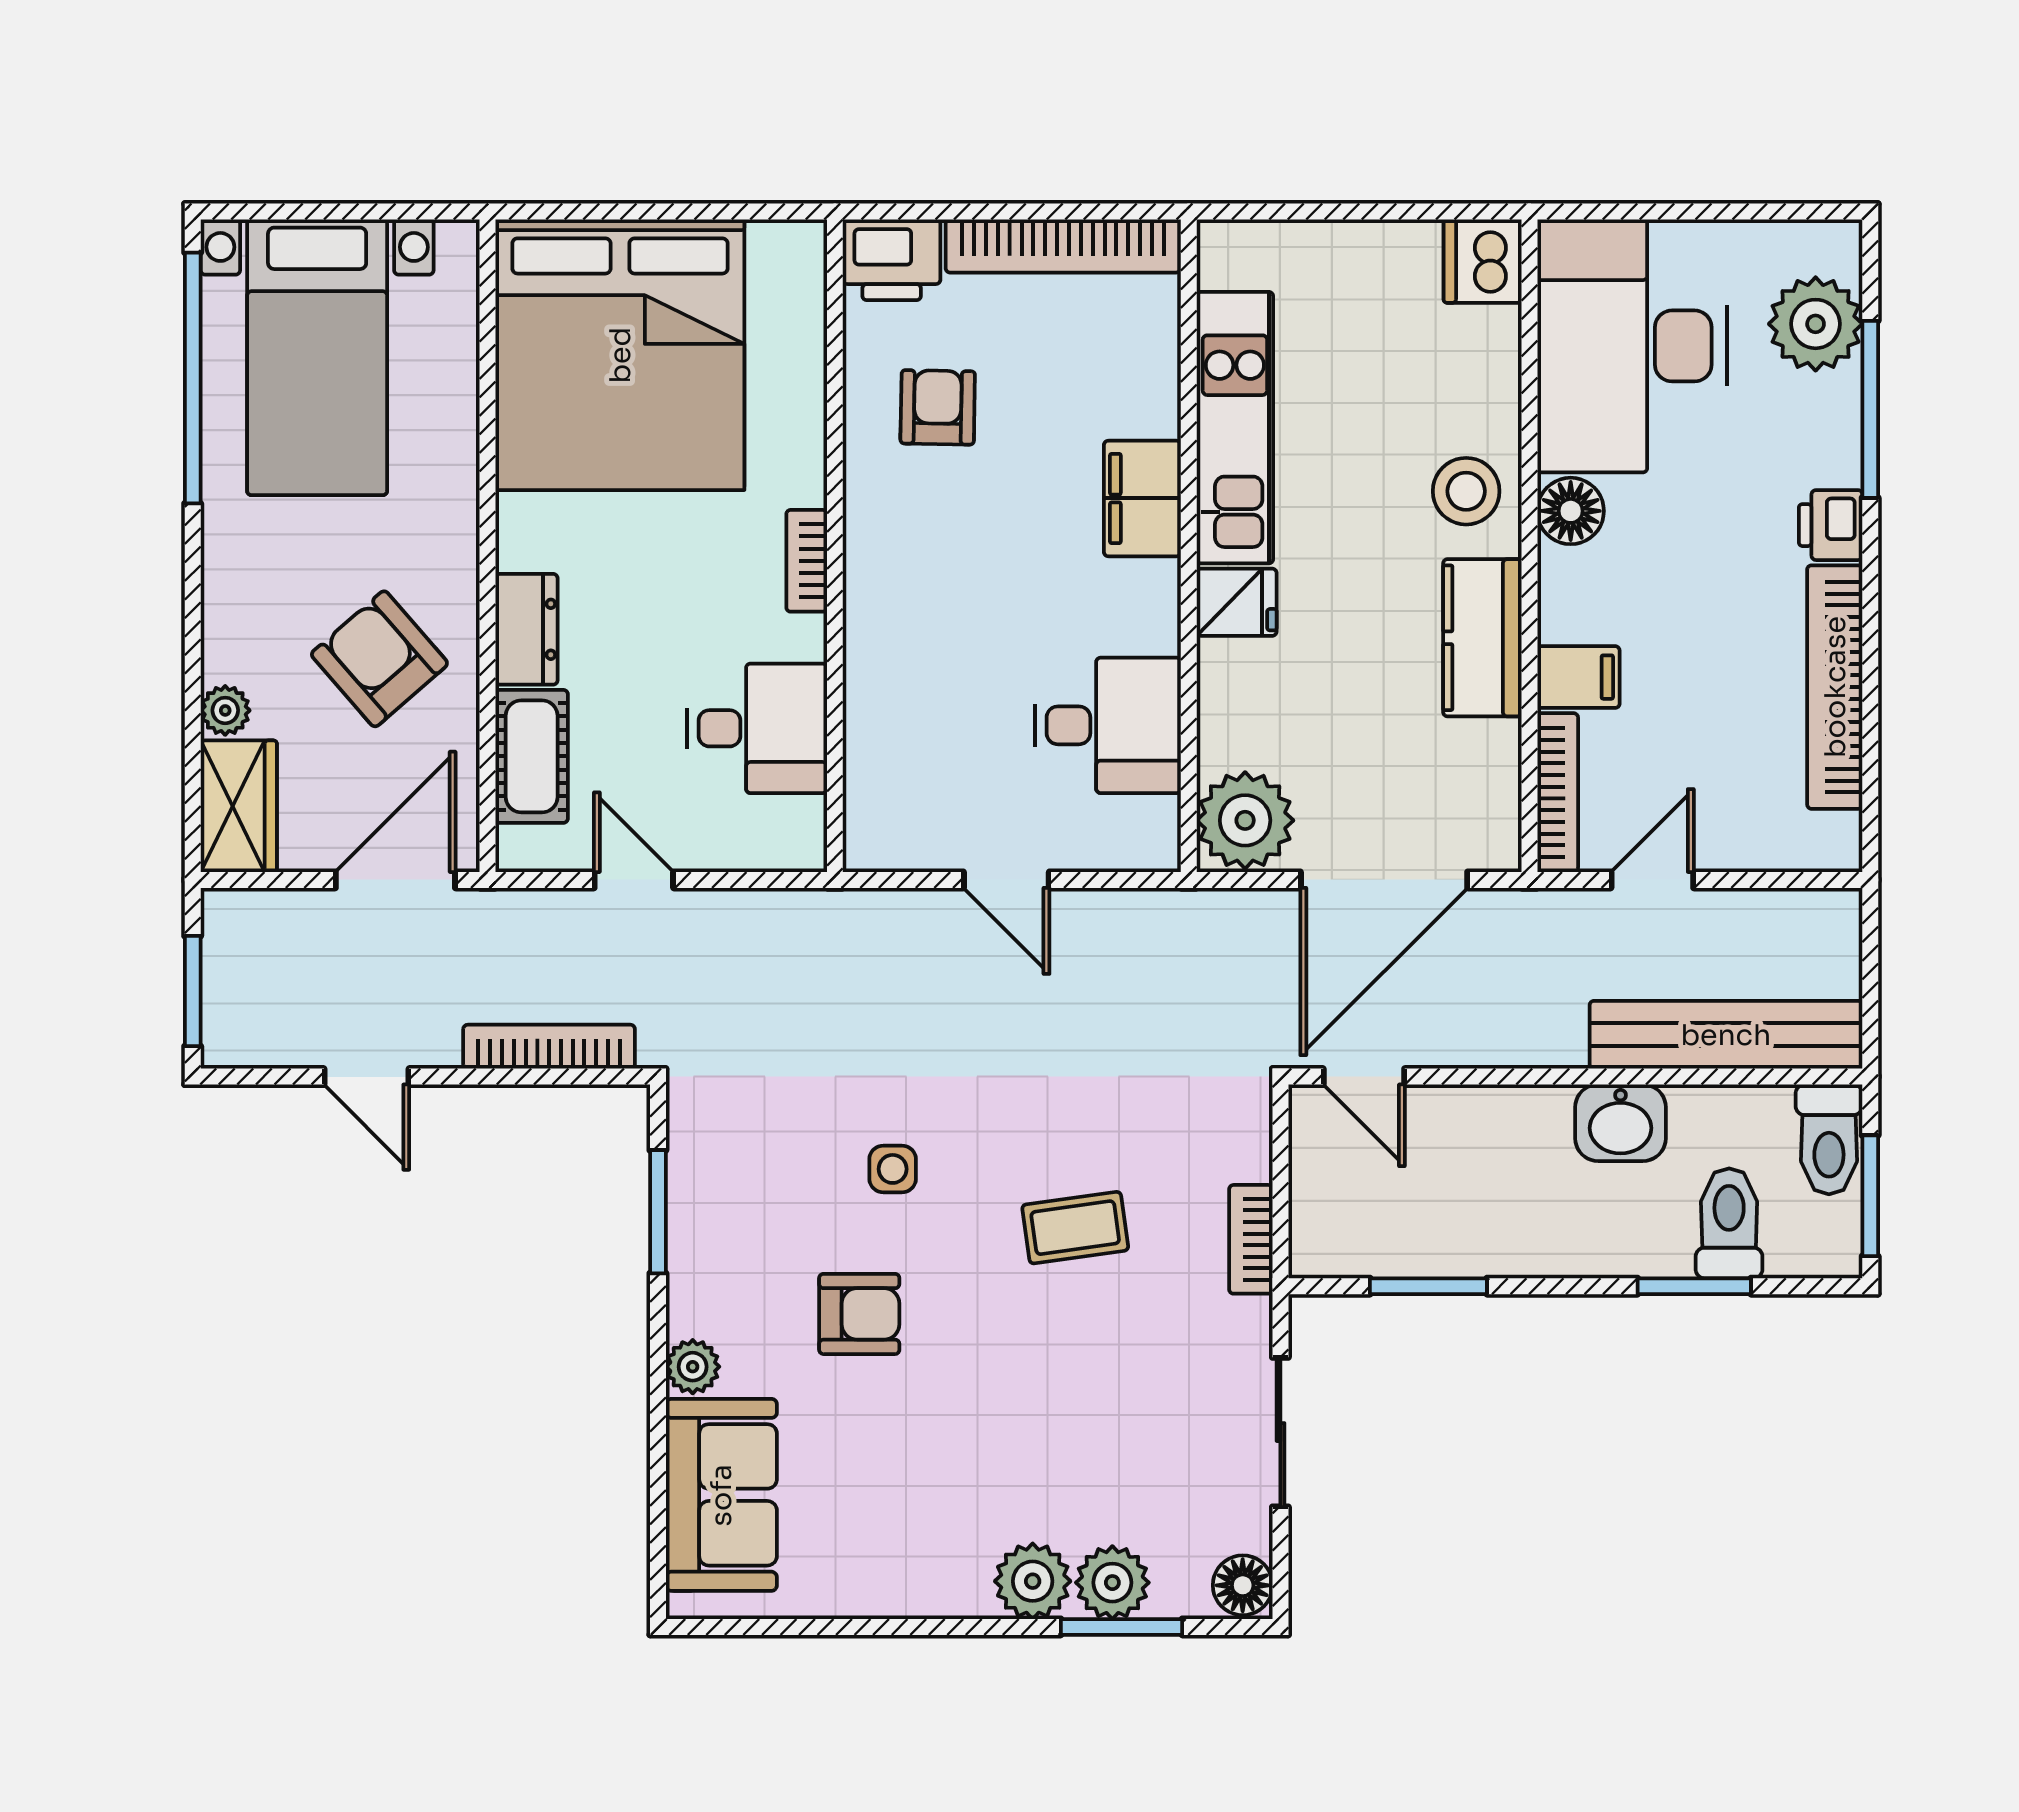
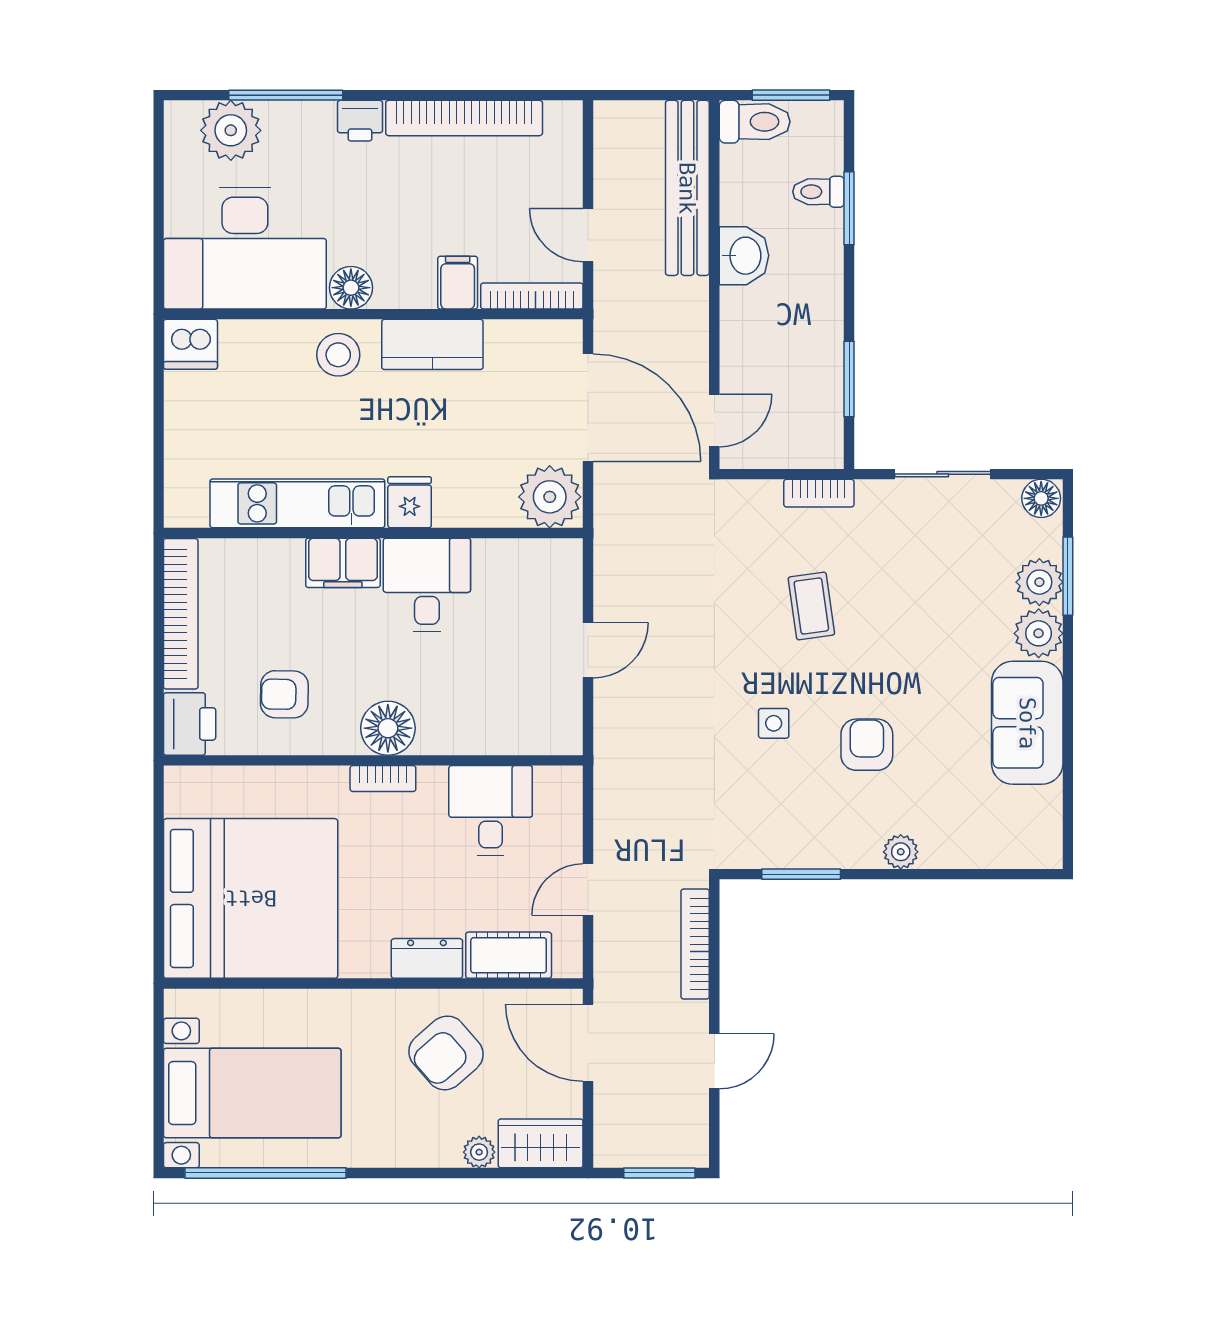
floor lamp: (885, 569) -> (388, 728), added
desk: (1108, 725) -> (427, 585), moved
toilet: (1729, 1223) -> (818, 192), width x0.73, depth x0.72
sofa: (721, 1495) -> (1027, 723), moved, turned -90

